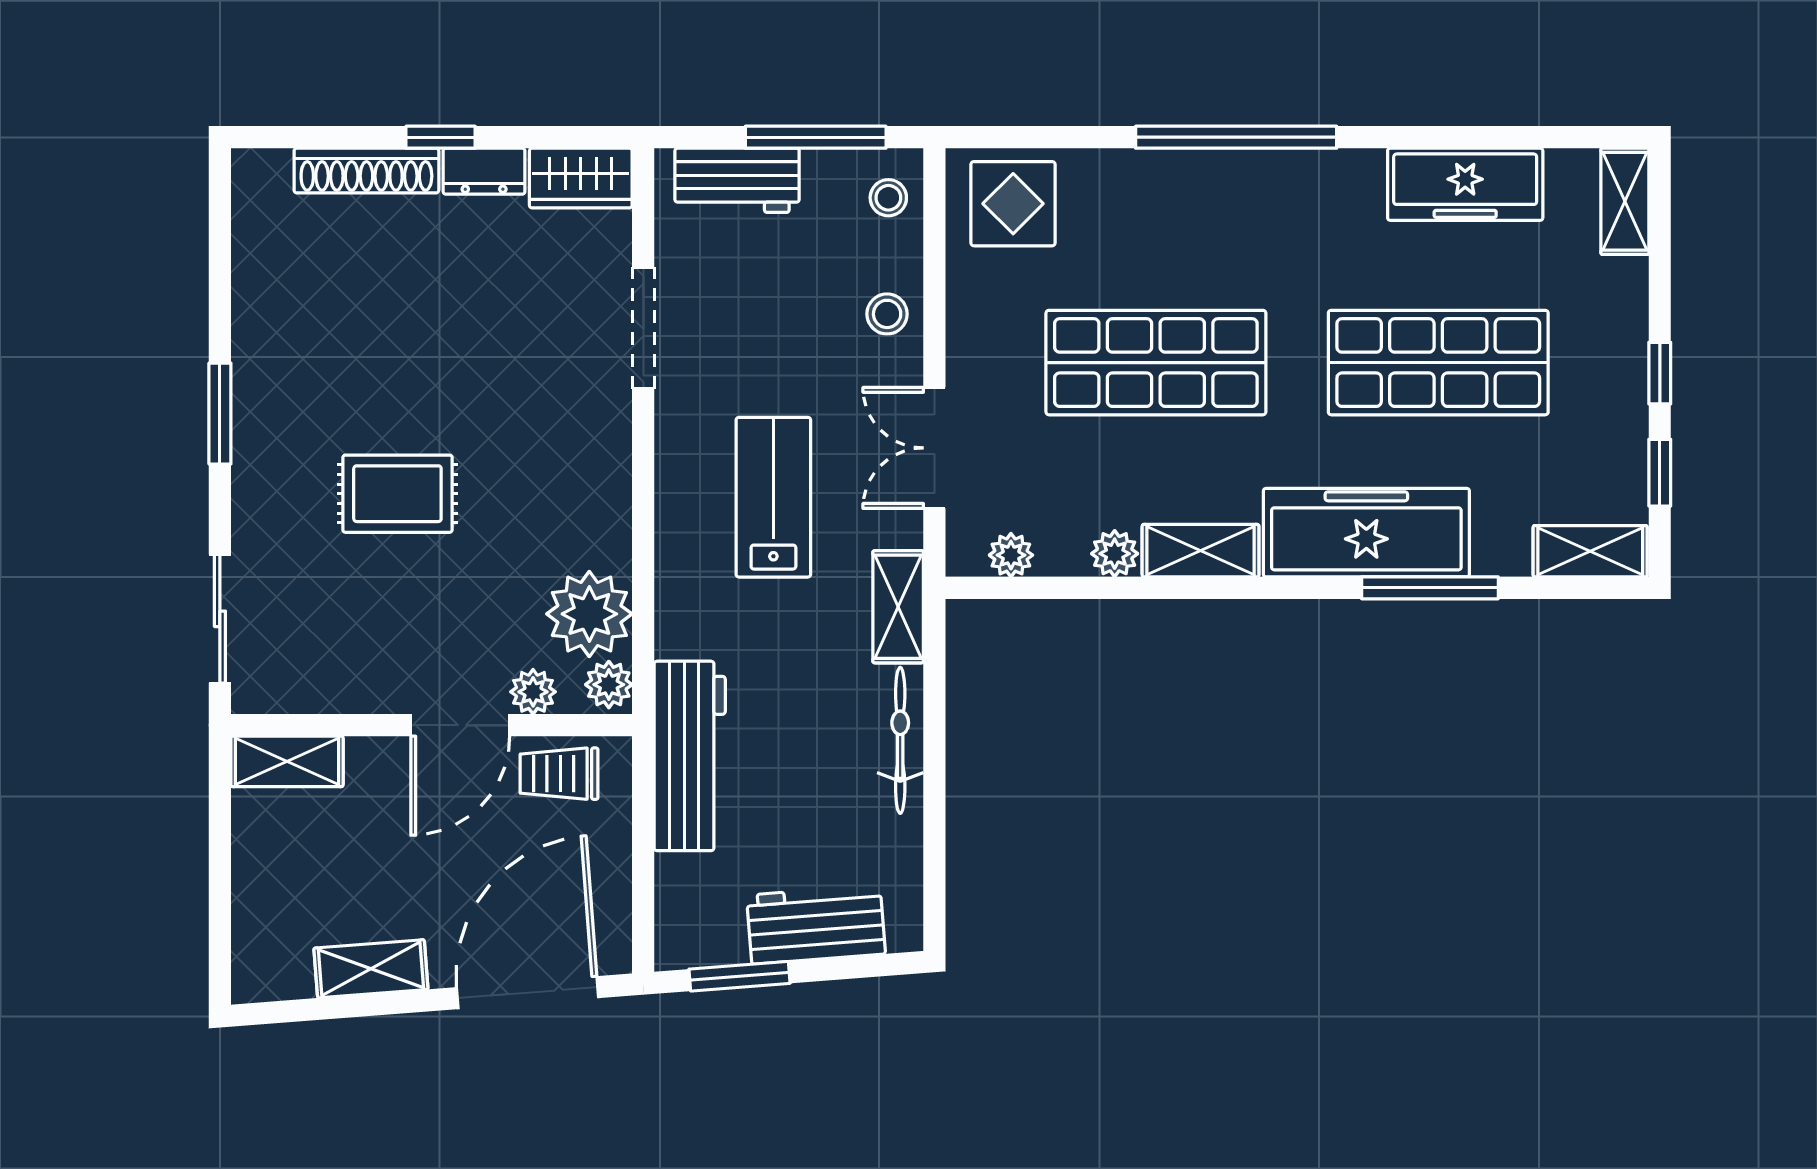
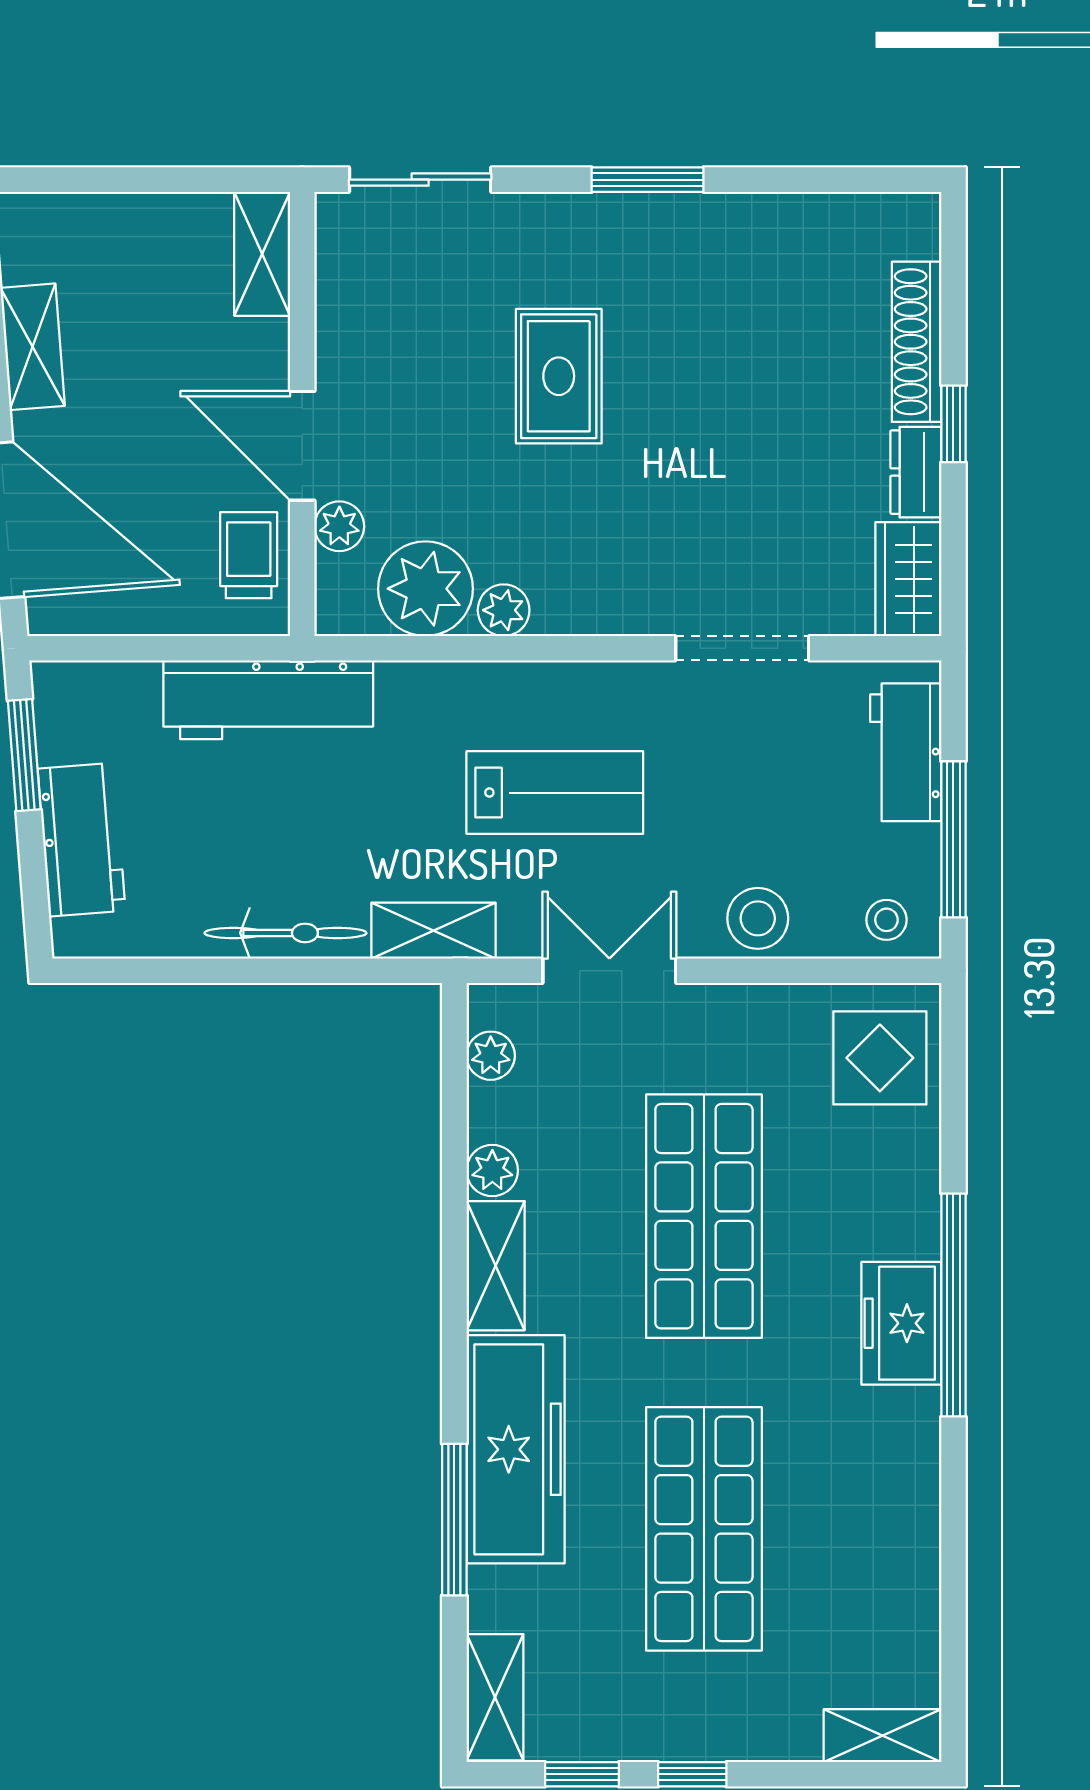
freezer: (1465, 184) -> (901, 1323), moved, width x0.71
stool: (887, 314) -> (758, 918), width x1.37, depth x1.37
plant: (609, 685) -> (504, 610), moved

